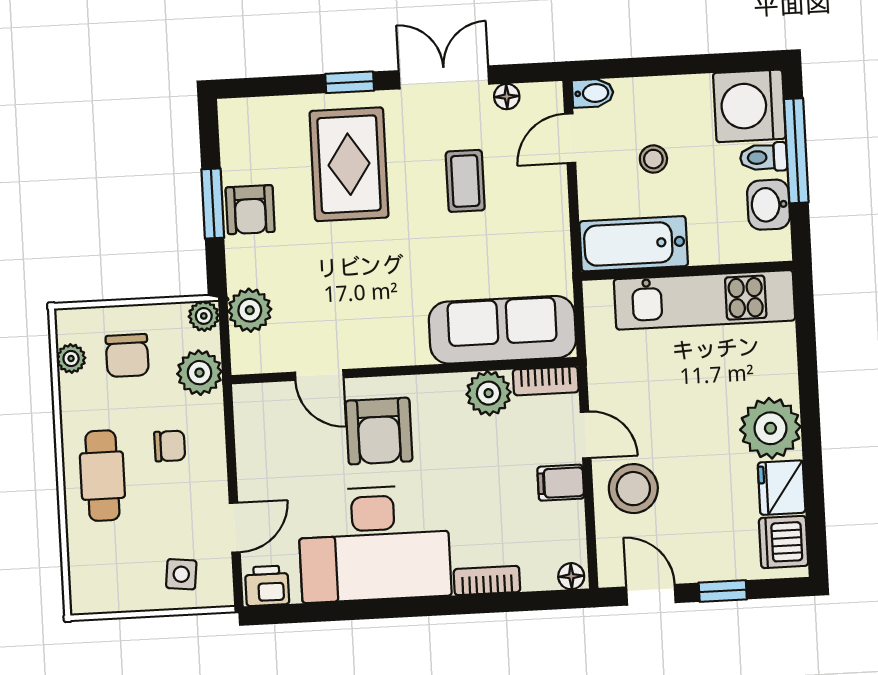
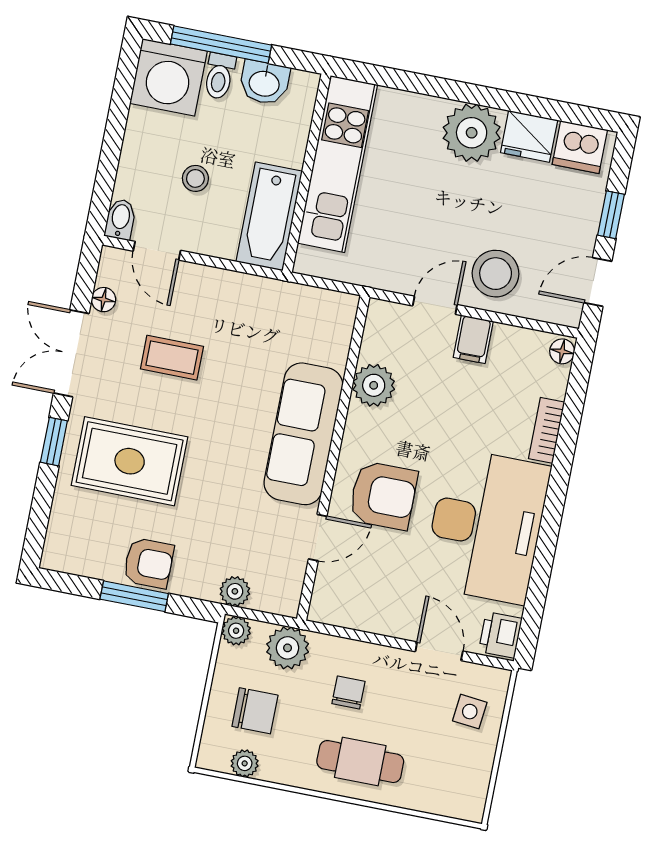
plant: (250, 310) -> (235, 591), width x0.73, depth x0.73
sofa: (502, 330) -> (303, 434), moved
bookcase: (546, 381) -> (376, 330), removed

